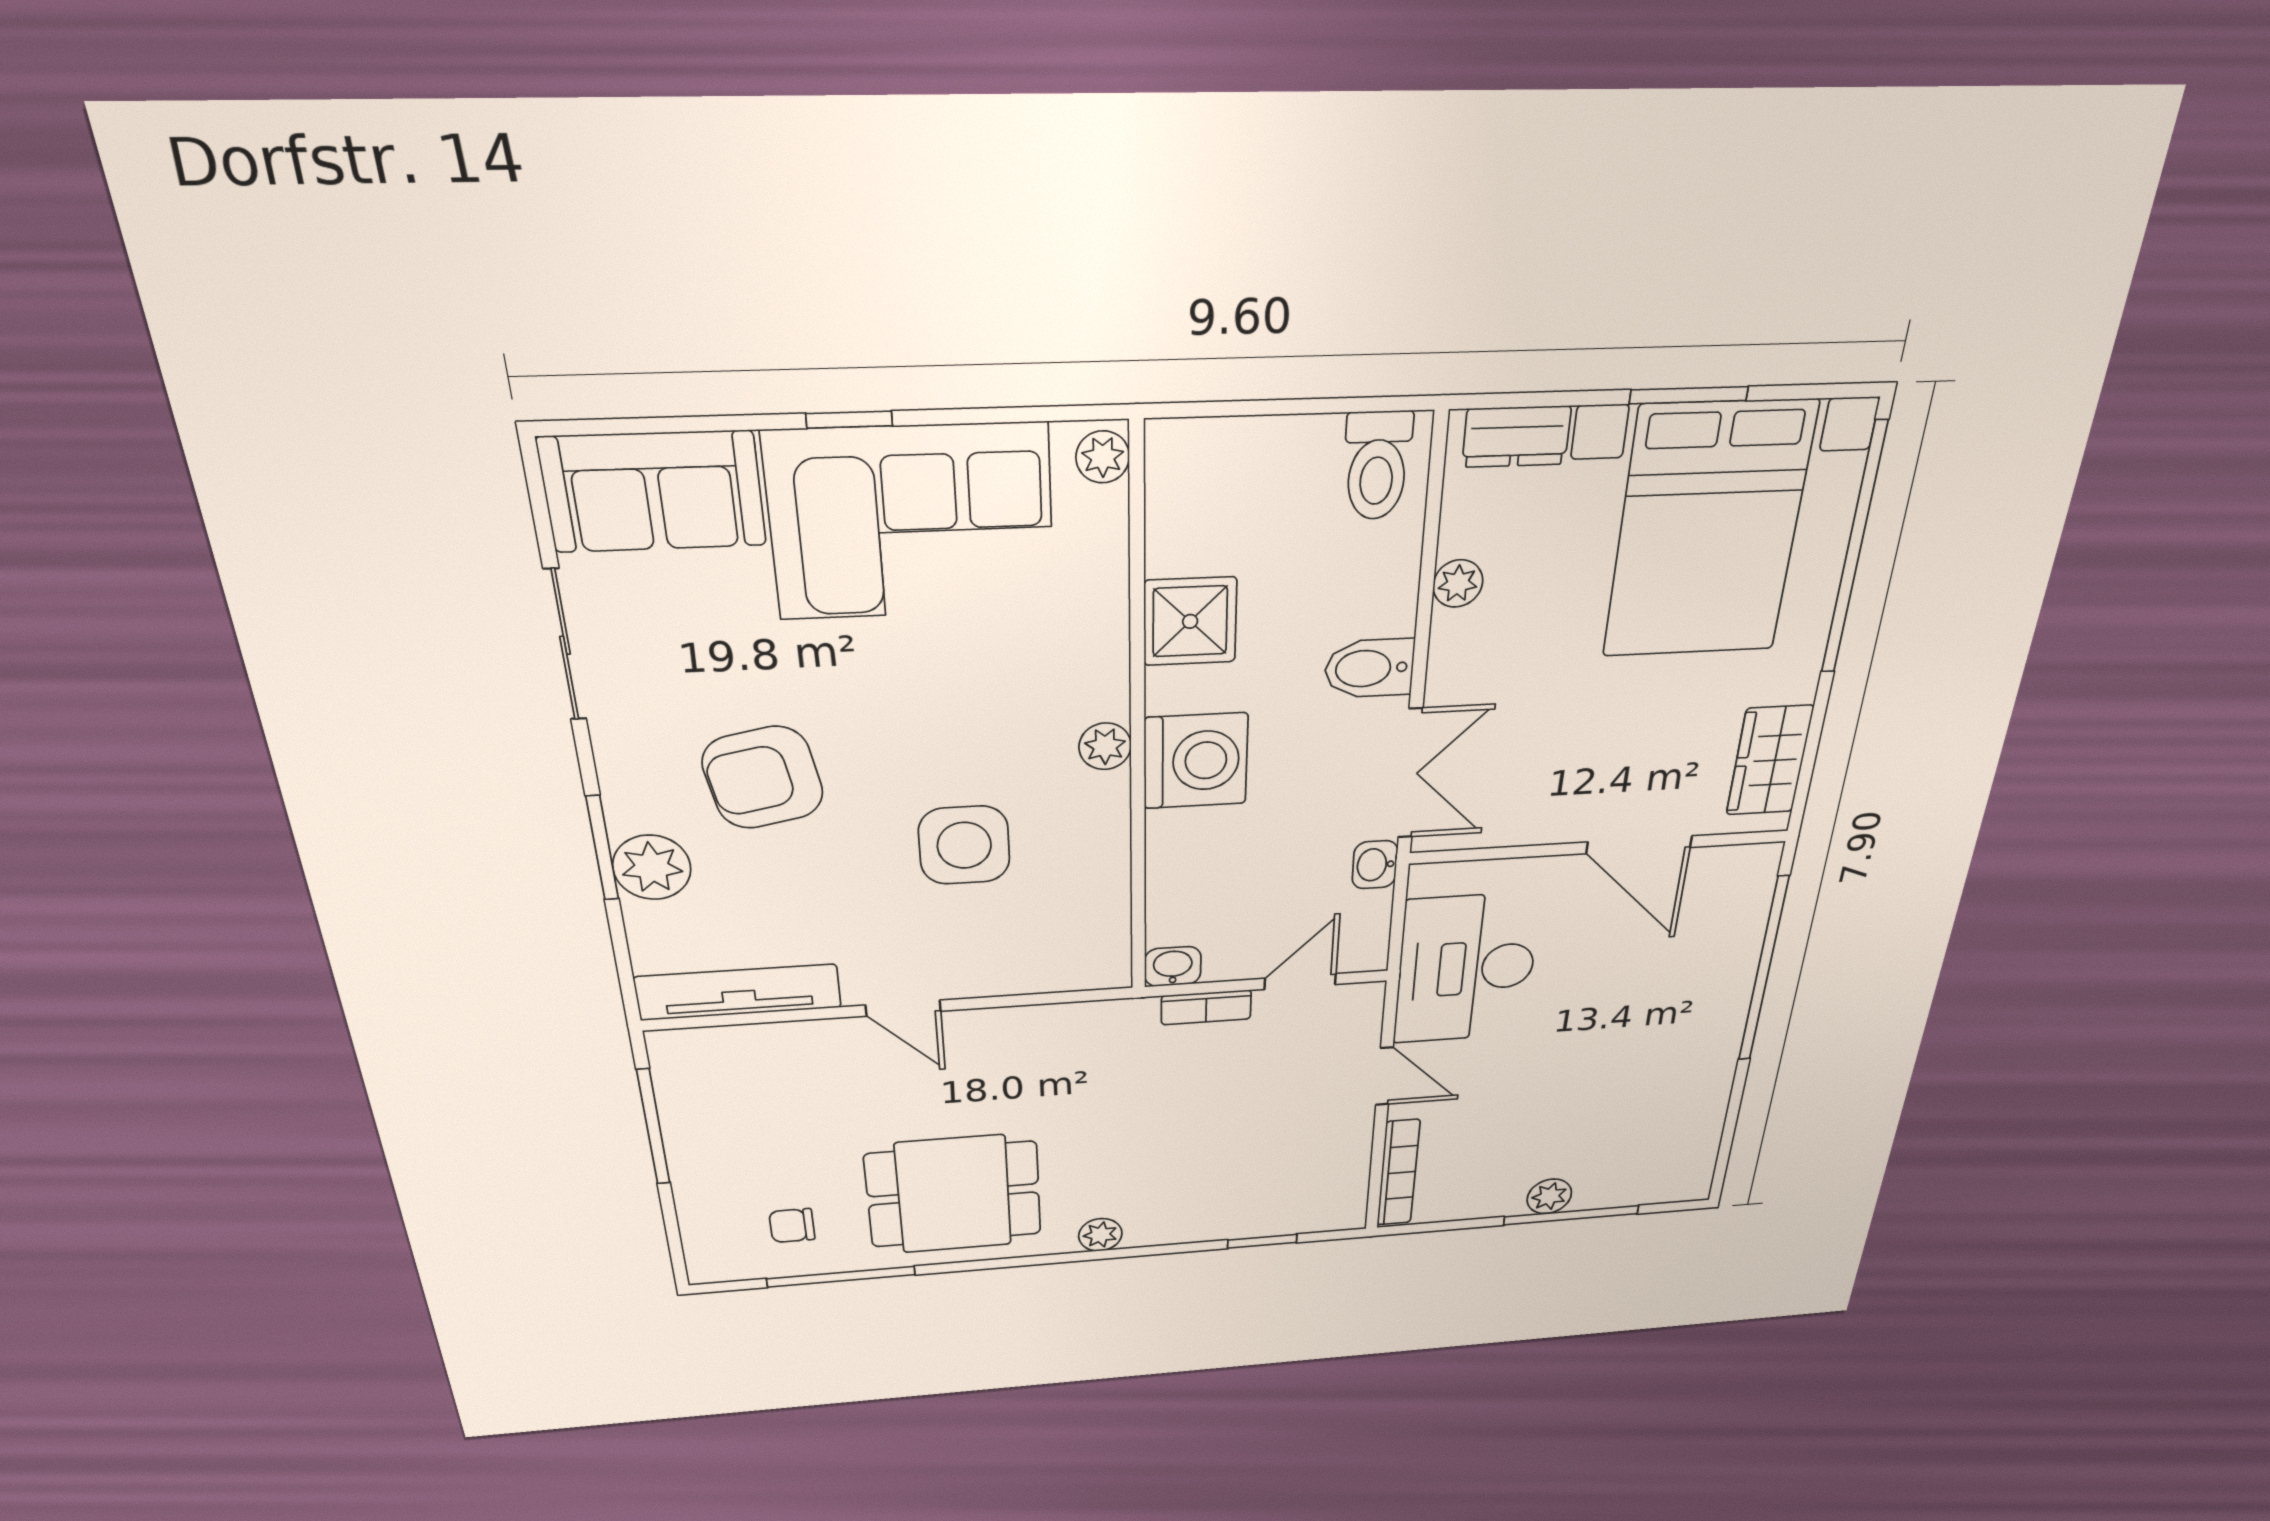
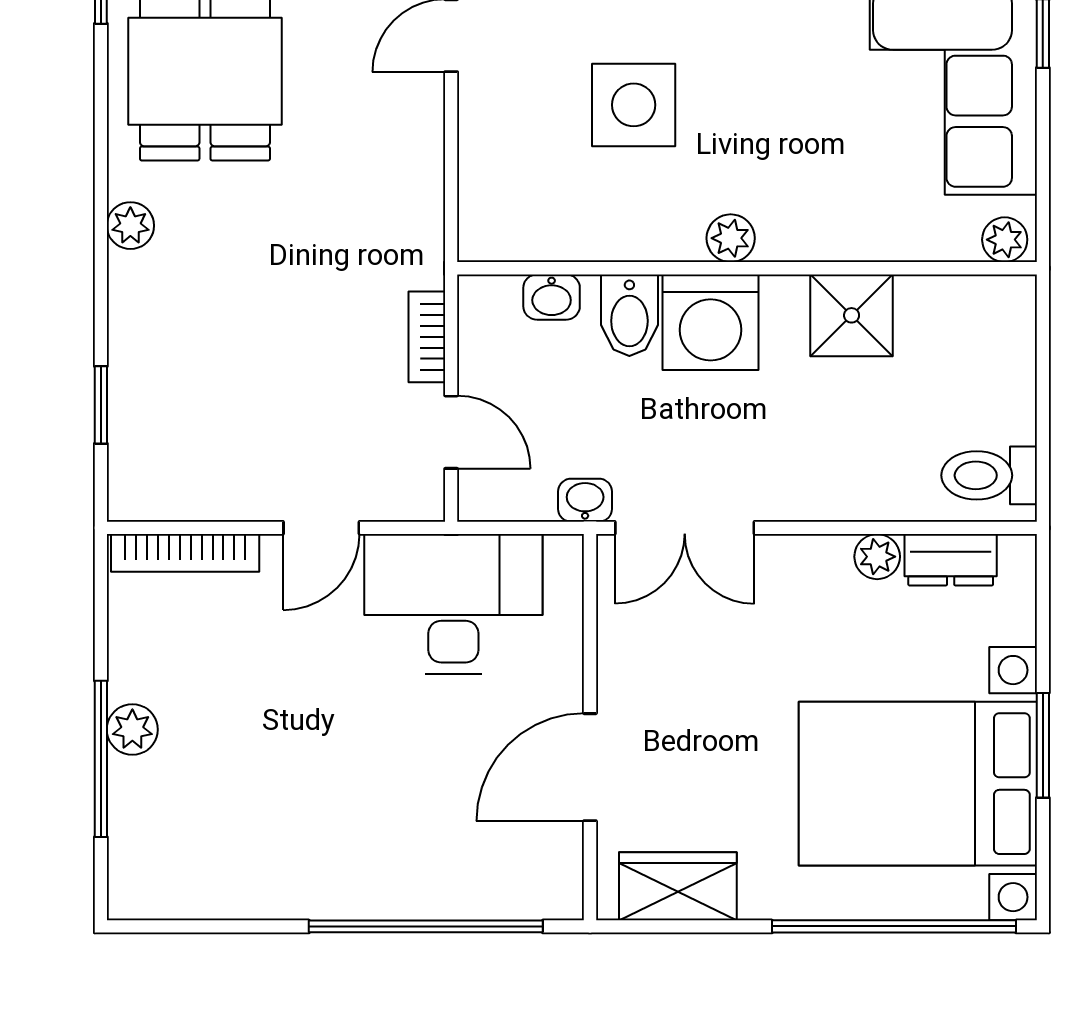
dresser: (1516, 437) -> (951, 560), moved, turned -90
bidet: (1369, 668) -> (629, 315), moved, turned 180
washbasin: (1173, 966) -> (552, 297), moved, turned 90

